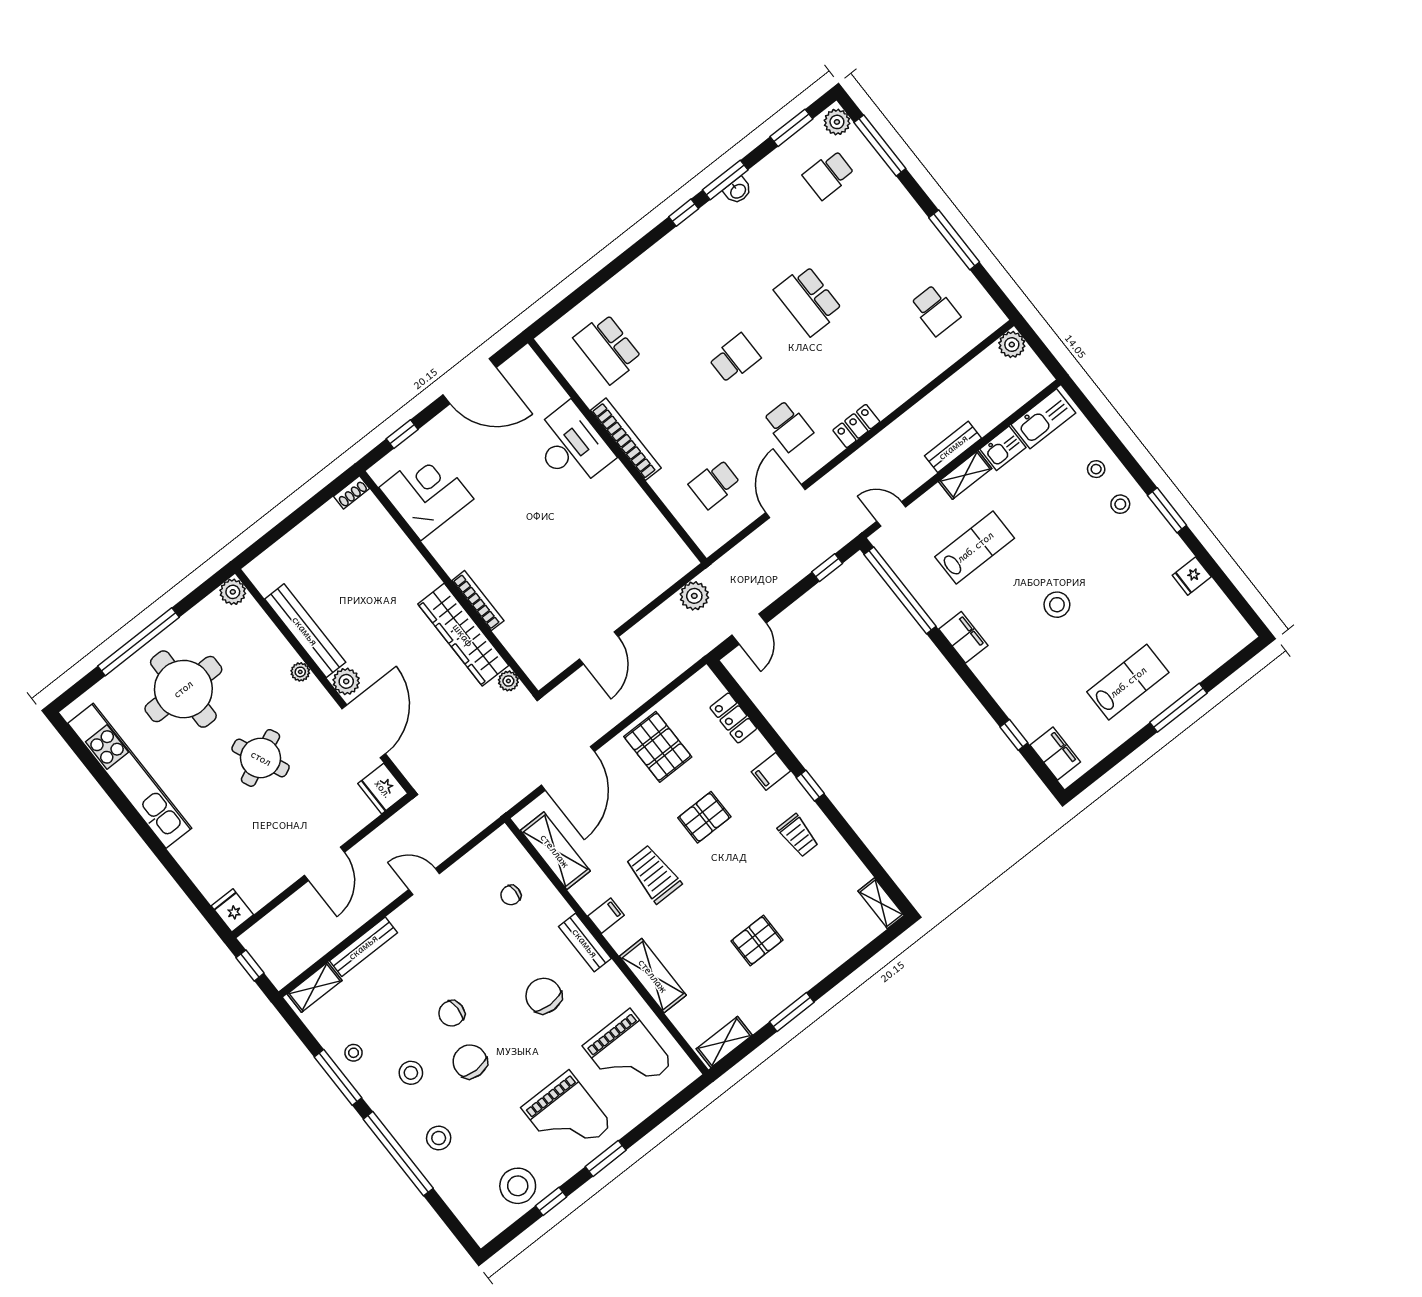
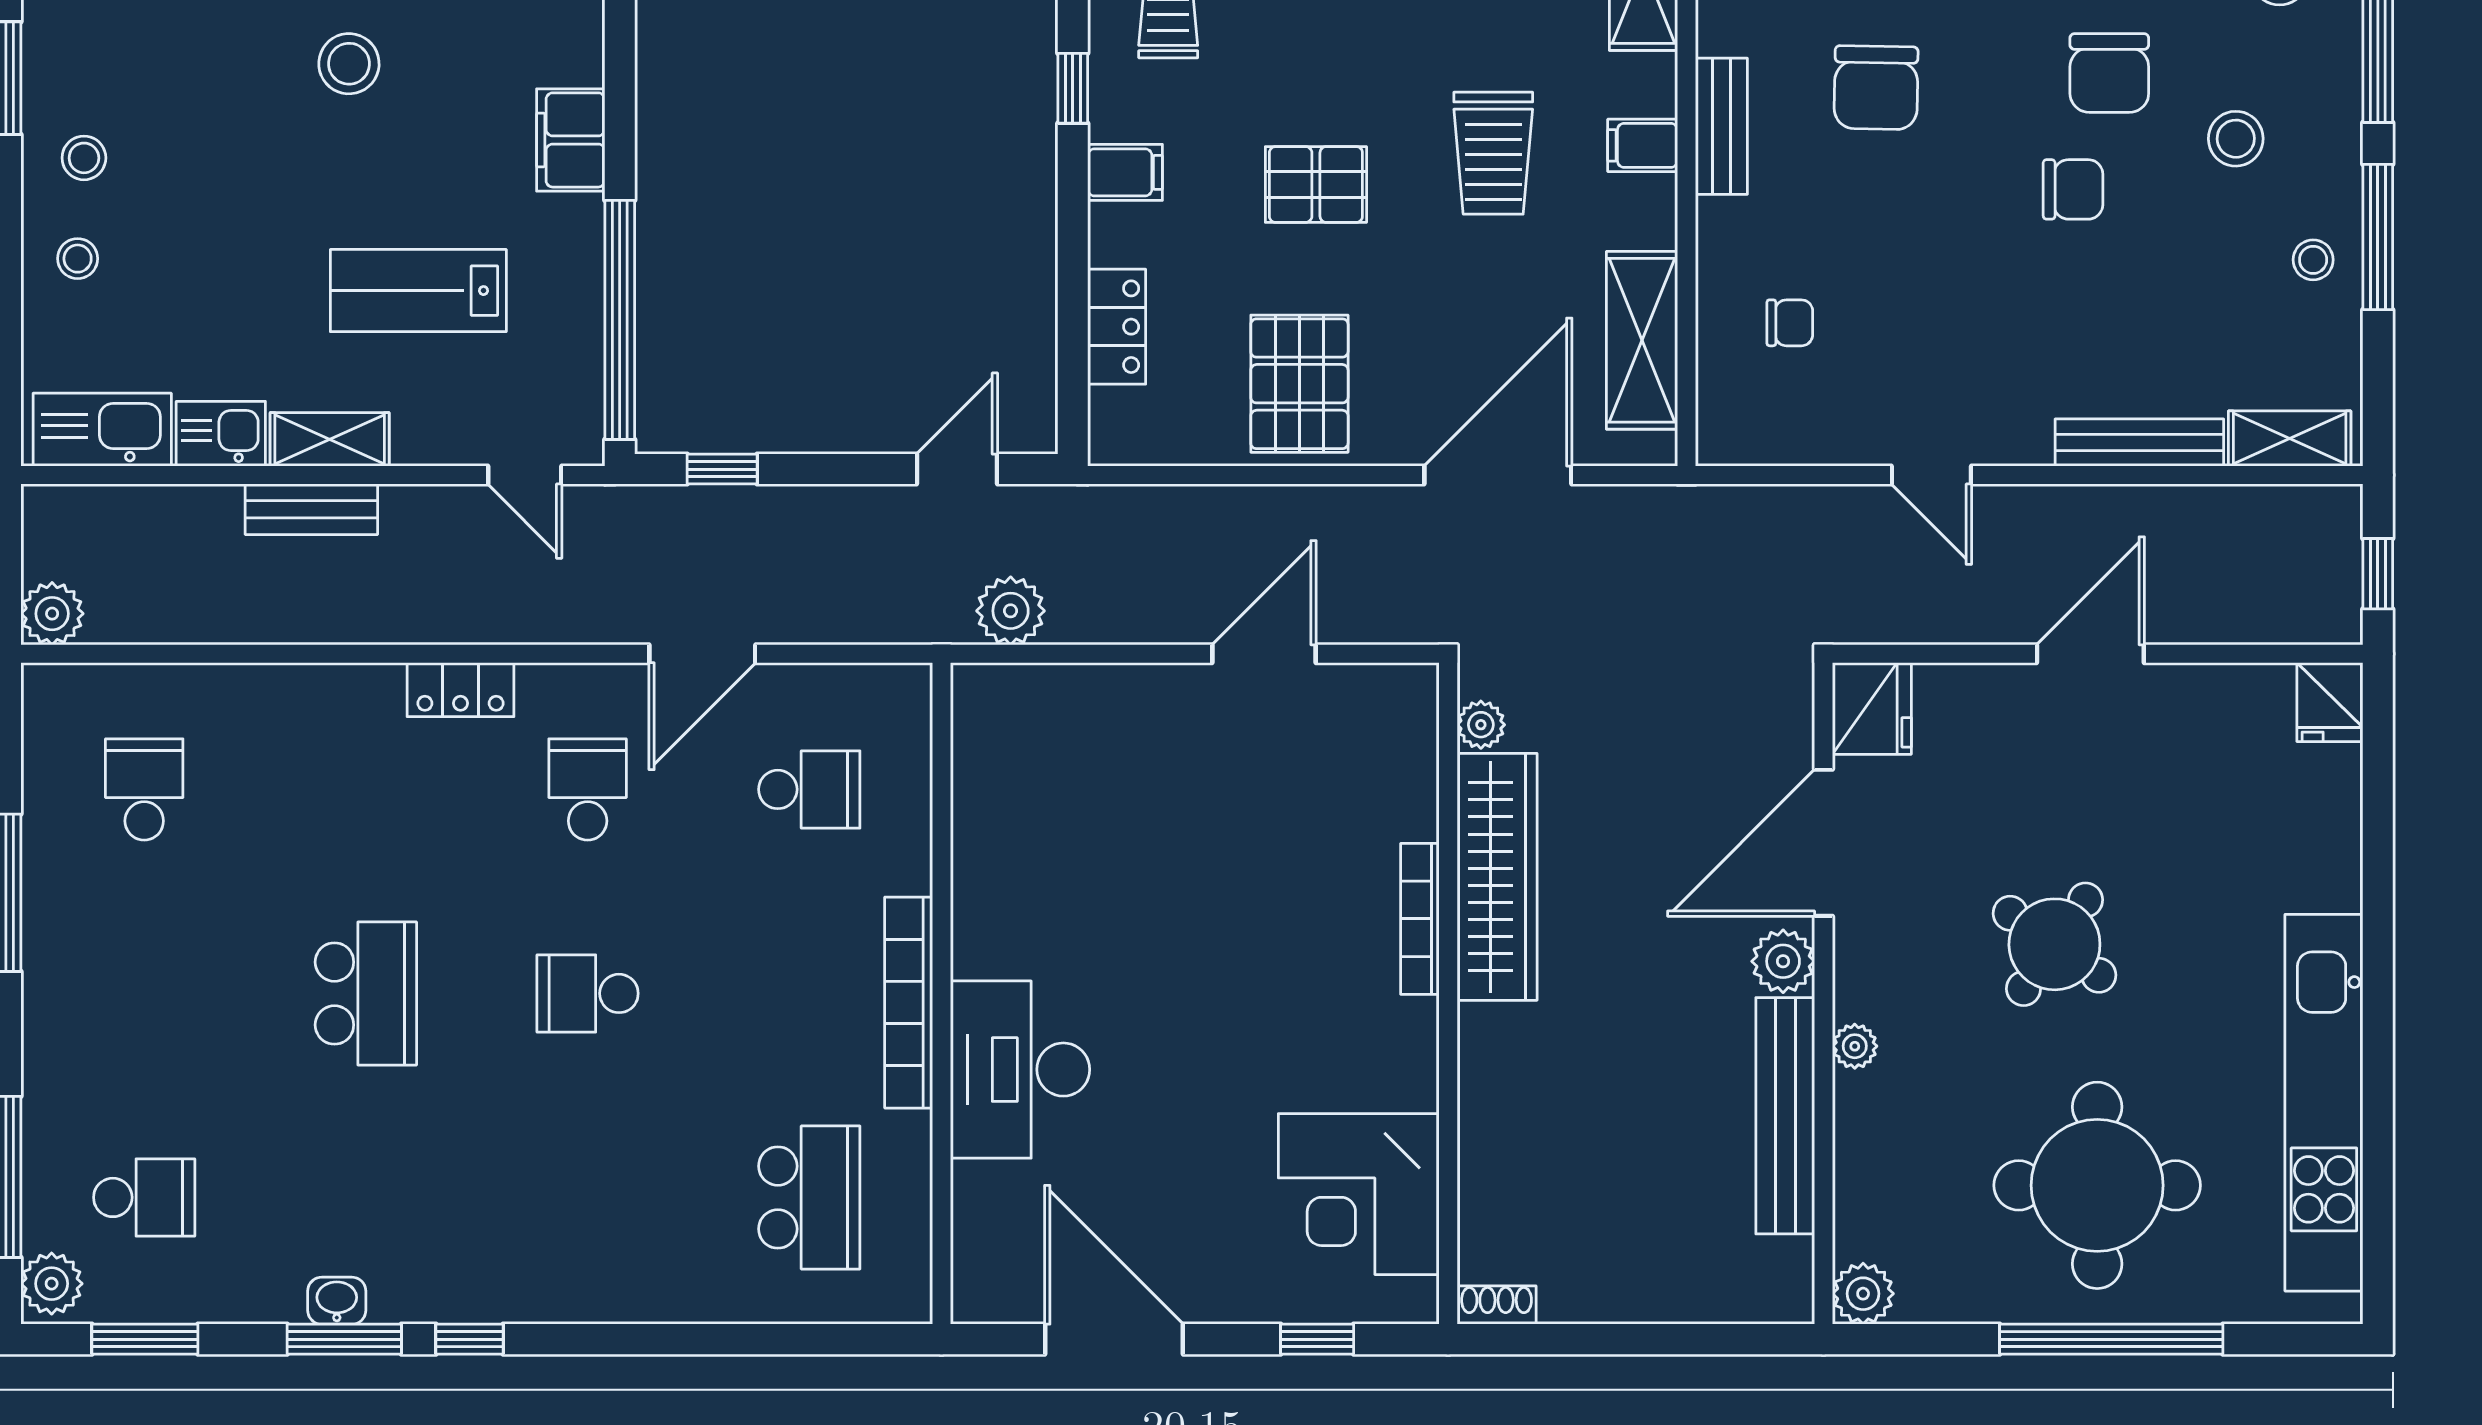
round table: (261, 758) -> (2054, 944), turned -31

